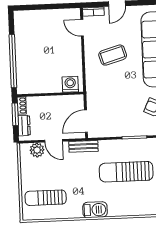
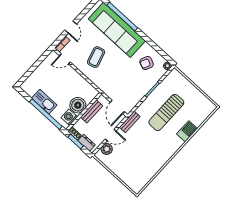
kitchen sink: (23, 48) -> (44, 102), added
boiler: (51, 83) -> (78, 105), added
washing machine: (70, 84) -> (69, 117), moved
bench: (58, 101) -> (92, 111), added
sun lounger: (46, 198) -> (137, 170), removed
barbecue: (95, 210) -> (187, 131), moved

